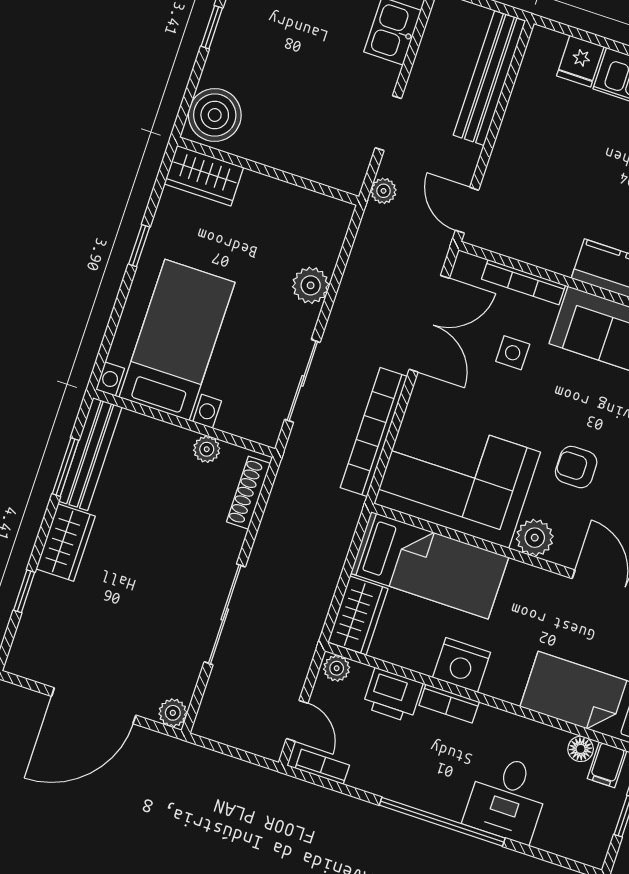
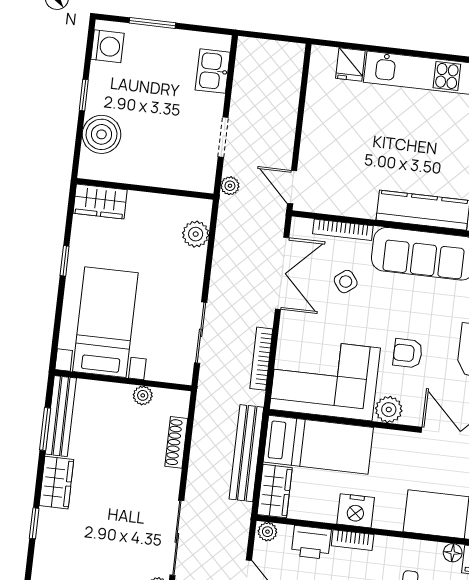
bench: (489, 78) -> (246, 453), moved
boiler: (215, 115) -> (101, 134), moved
plant: (311, 285) -> (196, 234), moved
side table: (513, 353) -> (346, 282), turned -37
bookcase: (374, 432) -> (261, 359), width x0.68, depth x0.76
shoe rack: (249, 493) -> (176, 442), moved
sliding door: (225, 614) -> (177, 538), moved

